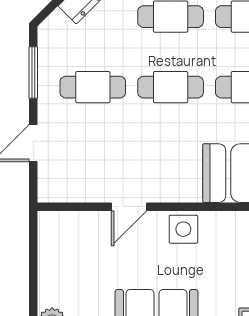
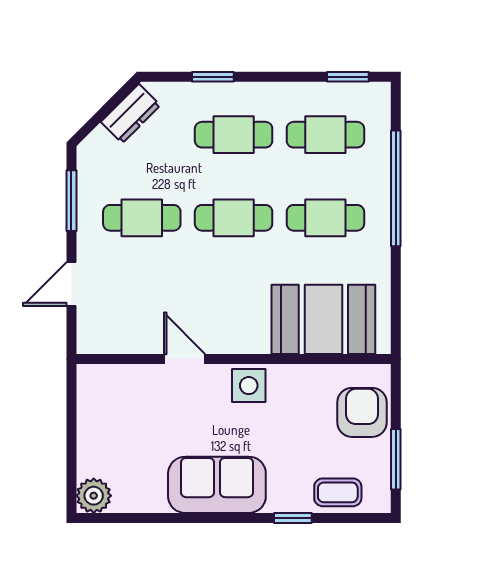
door: (129, 207) -> (185, 359), swing flipped

